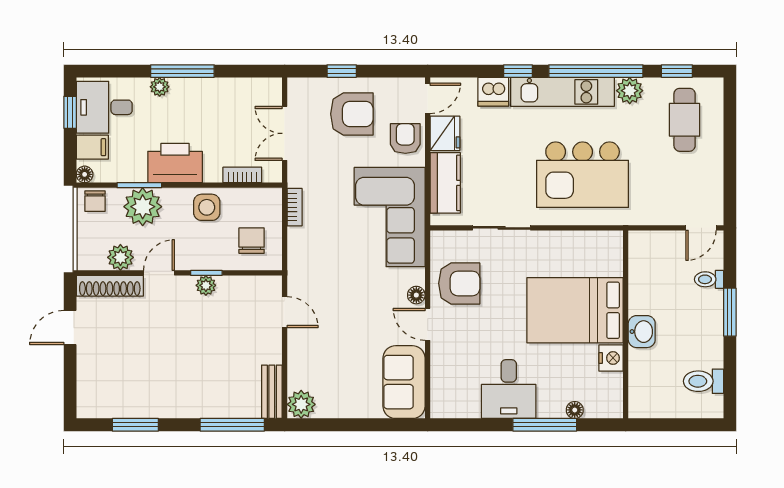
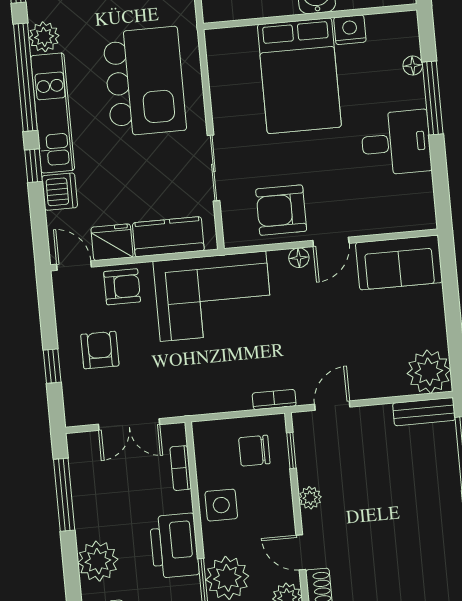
window: (182, 71) -> (64, 495), moved
plant: (160, 87) -> (98, 561), width x1.88, depth x1.88
armchair: (352, 114) -> (100, 350), width x0.72, depth x0.72
armchair: (405, 138) -> (122, 287), turned 180
bookcase: (295, 207) -> (274, 400), moved
window: (206, 273) -> (291, 451), moved
armchair: (459, 283) -> (281, 210), turned -90
plant: (301, 404) -> (429, 372), width x1.36, depth x1.36

